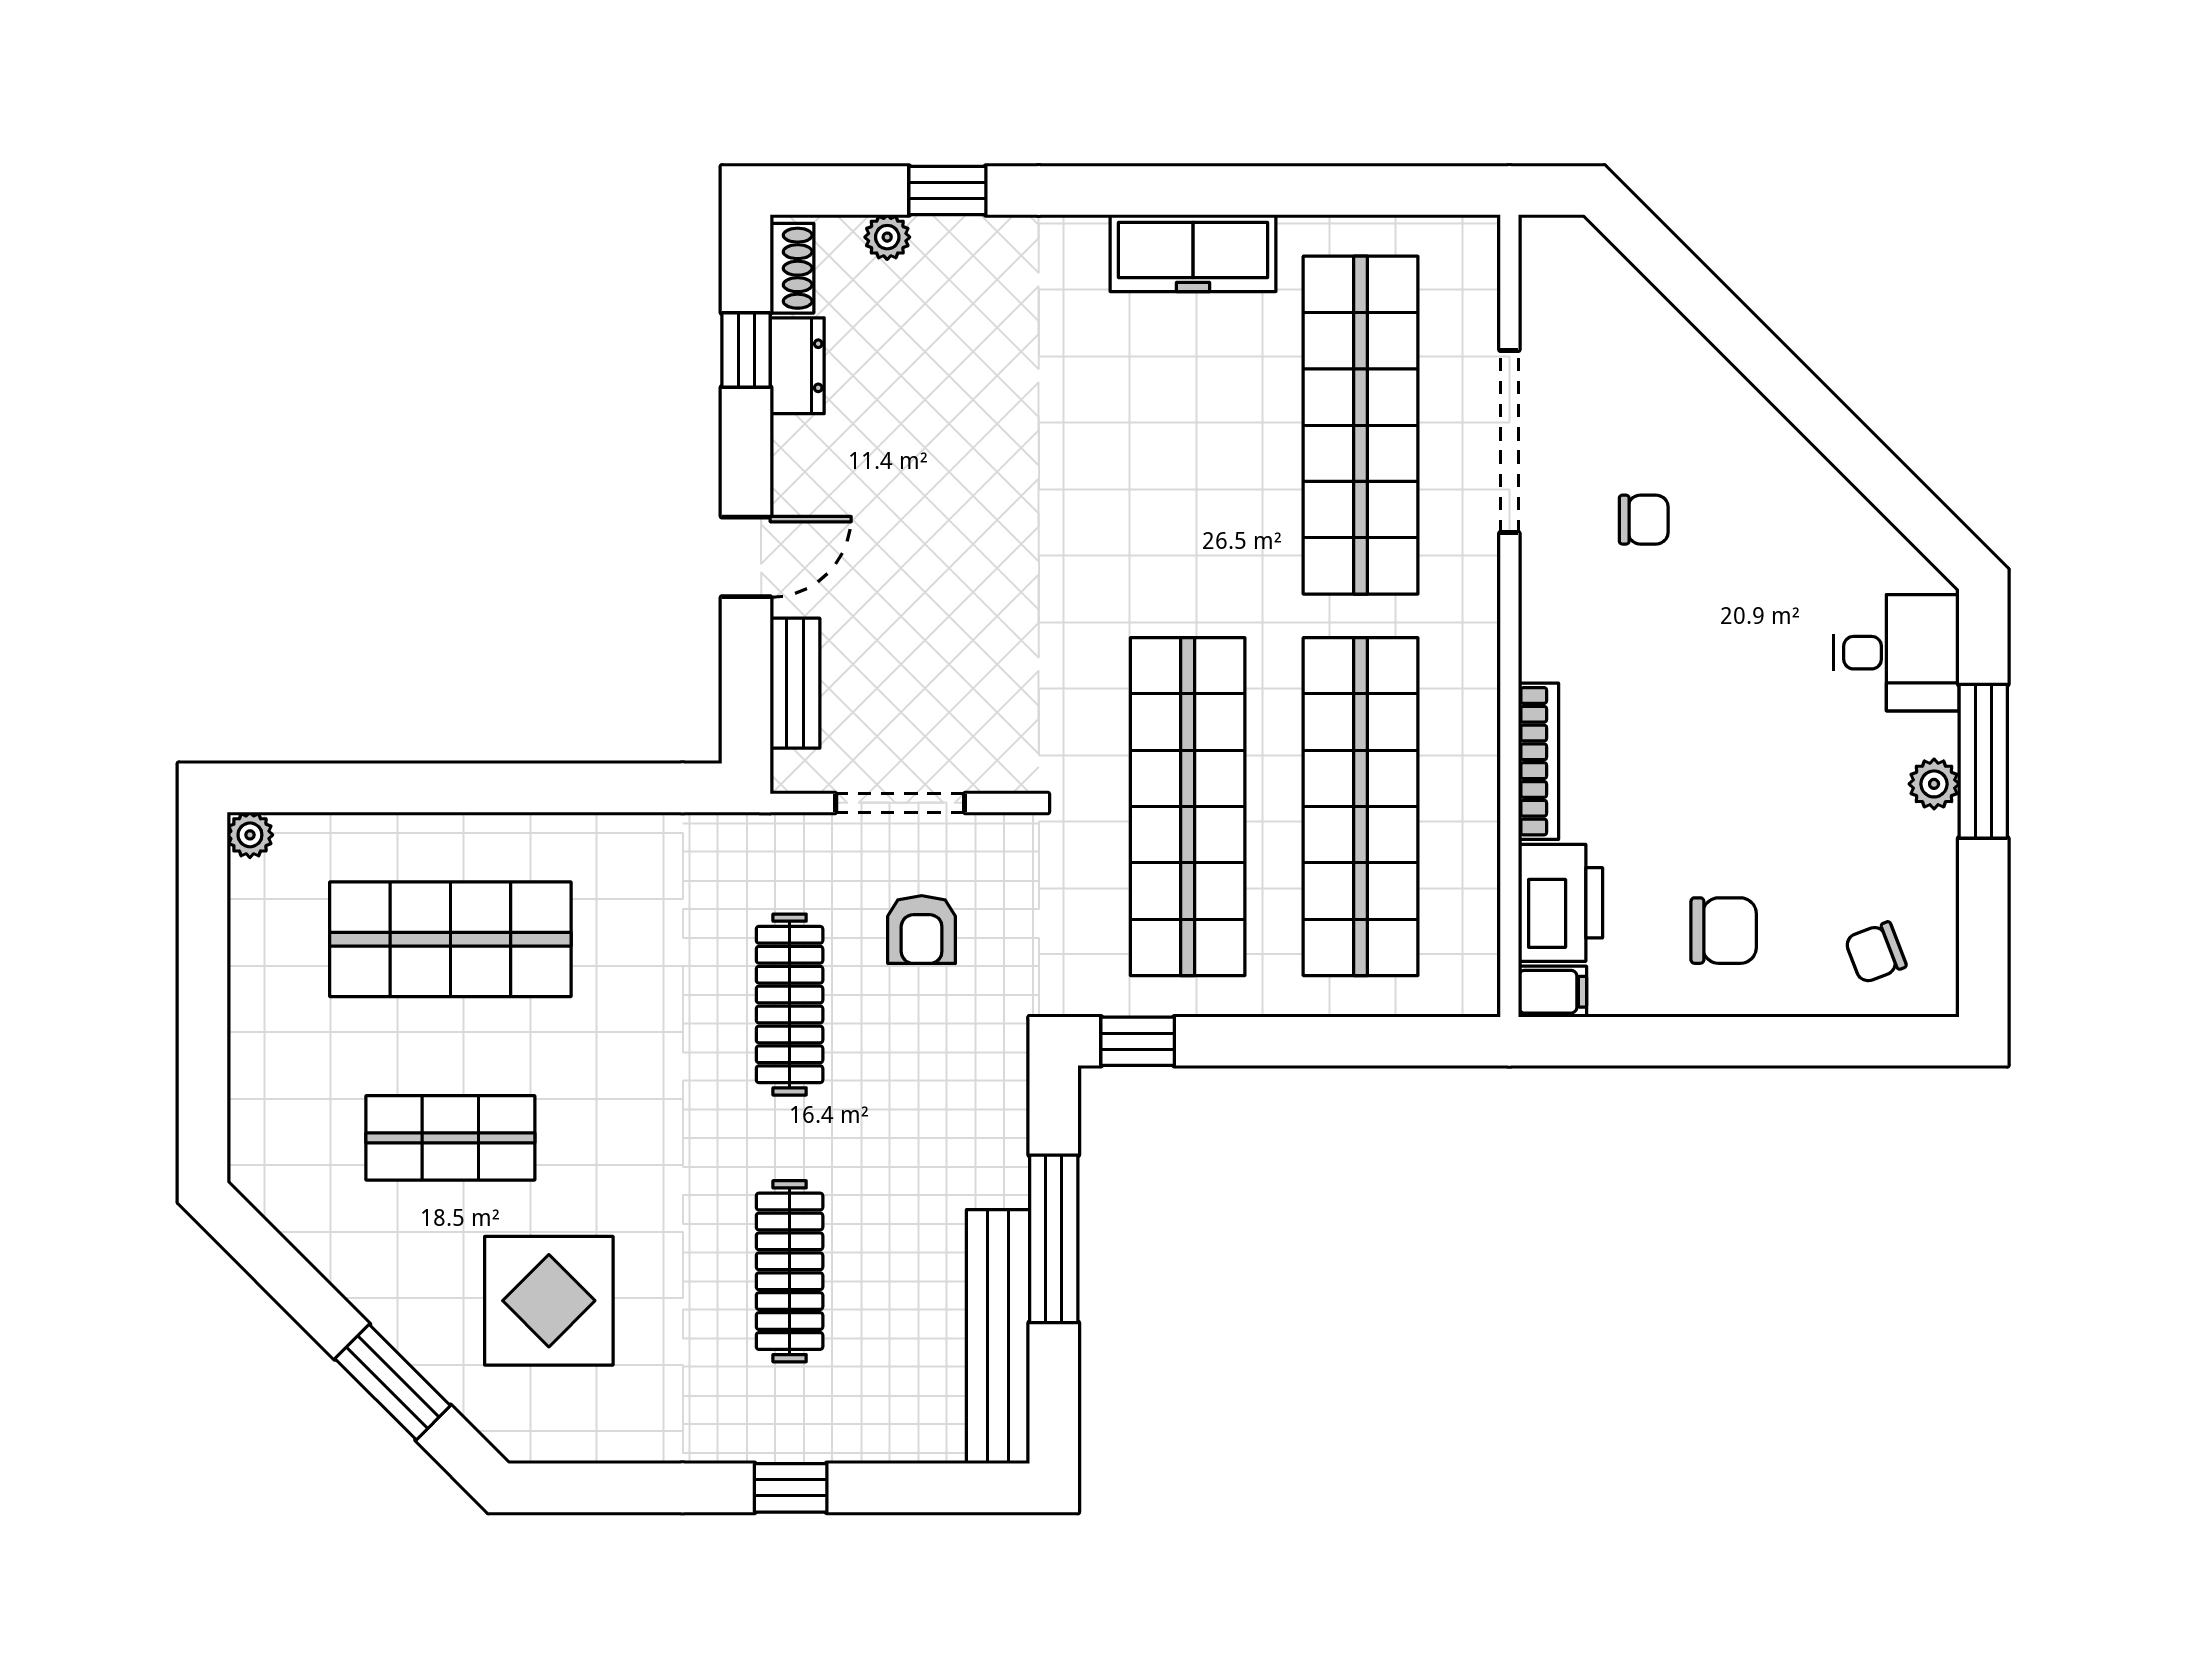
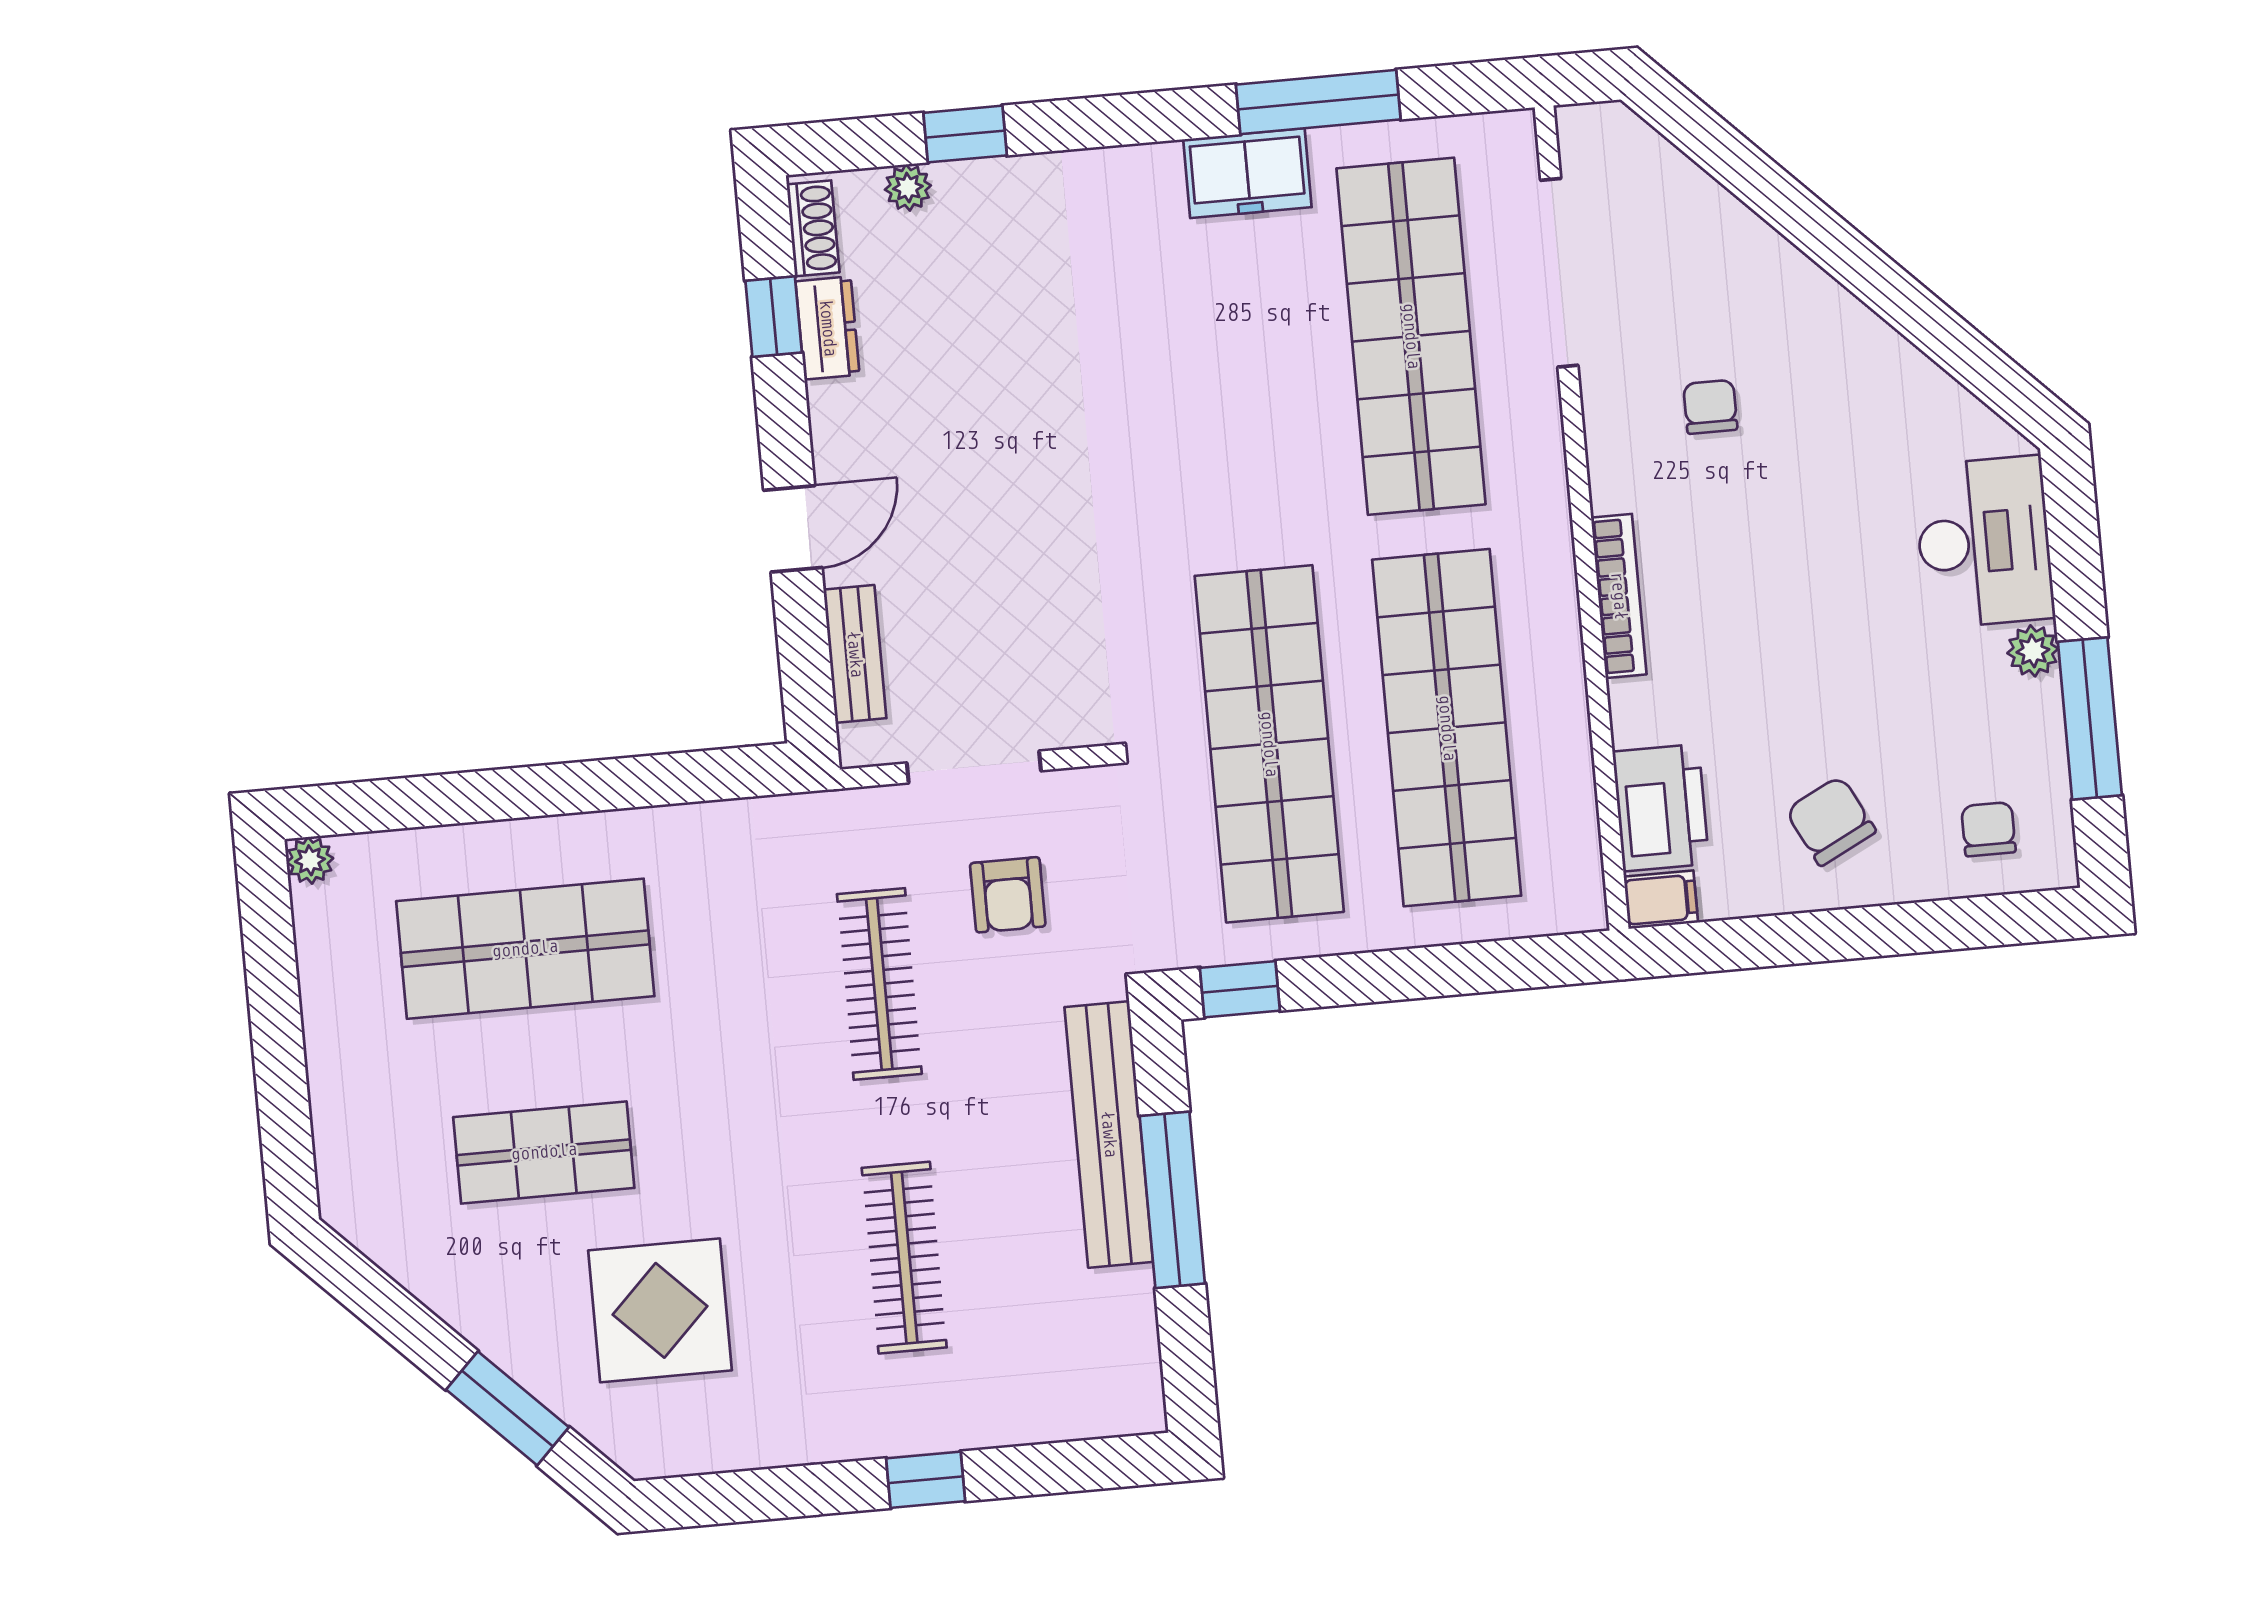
window: (1291, 190) -> (1318, 102), added
freezer: (1193, 253) -> (1247, 173), width x0.71
doorway: (1509, 442) -> (1559, 273), moved
chair: (1644, 520) -> (1710, 407), turned -90
desk: (1896, 653) -> (1984, 542), width x1.37
bookcase: (1539, 761) -> (1619, 596), moved
window: (1983, 761) -> (2090, 718), moved
chair: (1724, 931) -> (1831, 821), turned -117
chair: (1875, 952) -> (1988, 829), turned 111
bench: (998, 1337) -> (1109, 1134), moved

